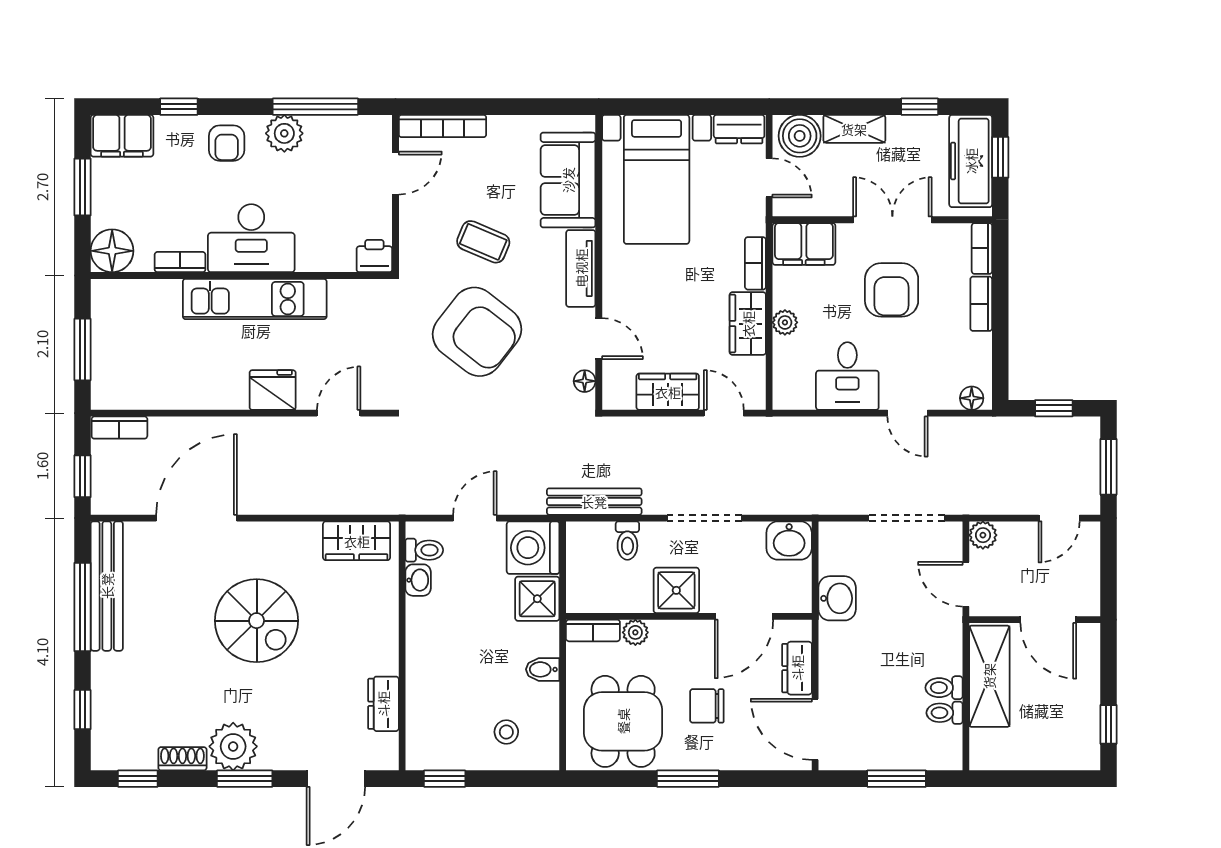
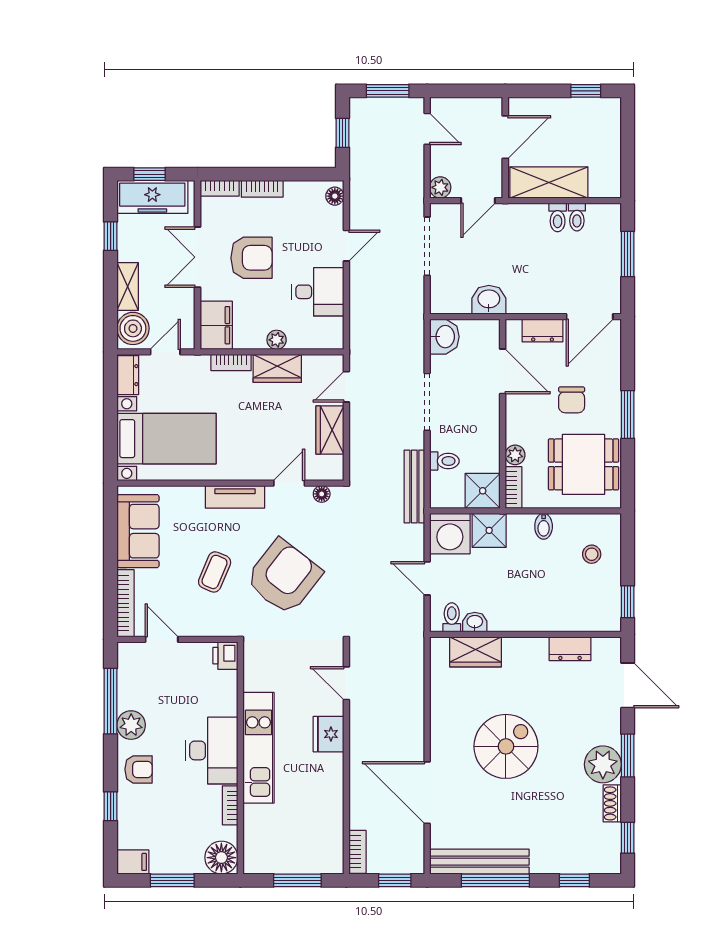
filing cabinet: (122, 136) -> (133, 862), width x0.50
sofa: (568, 180) -> (138, 531), moved, turned -90
wardrobe: (357, 541) -> (475, 652), moved, turned 90
shower: (676, 590) -> (483, 491), moved

